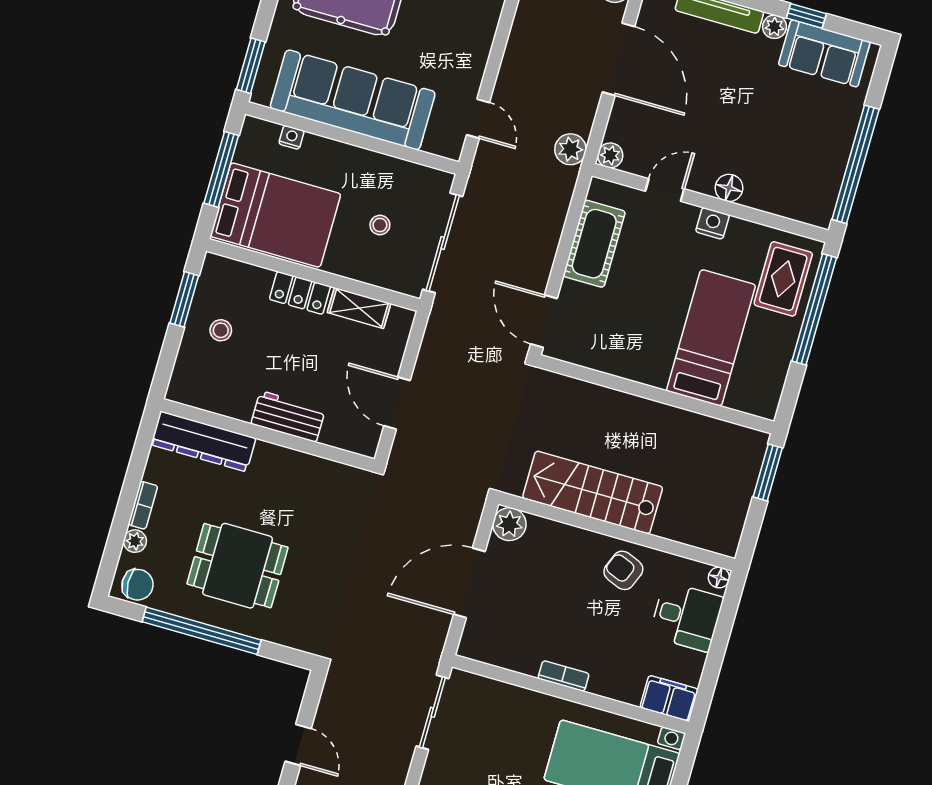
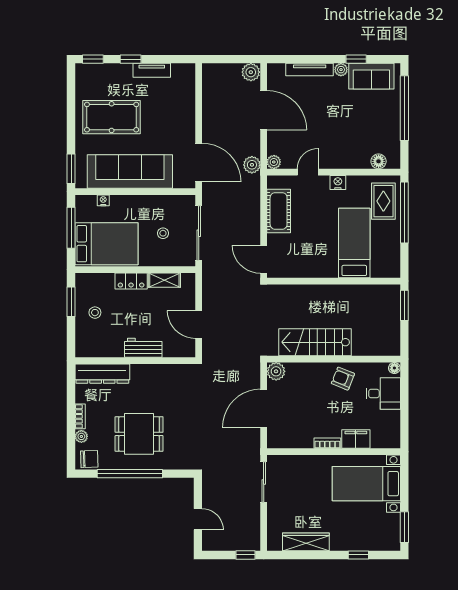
door: (478, 119) -> (199, 162), width x1.87
window: (856, 164) -> (404, 108), moved
floor lamp: (729, 188) -> (379, 161), moved
filing cabinet: (669, 698) -> (356, 439), moved

